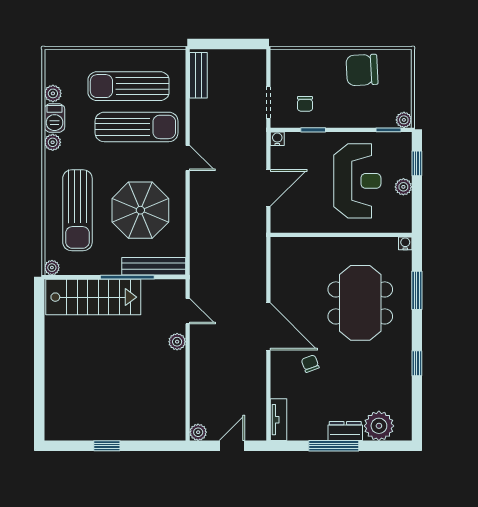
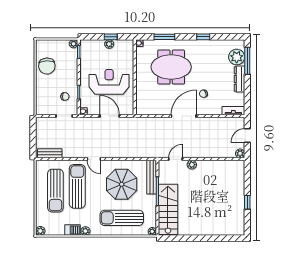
plant: (53, 93) -> (40, 231), moved
door: (188, 158) -> (94, 159), swing flipped
window: (417, 163) -> (111, 37), moved
reception desk: (357, 181) -> (109, 82), moved
sun lounger: (77, 210) -> (122, 218), turned 180
dresser: (345, 431) -> (239, 79), width x1.44
door: (232, 446) -> (247, 135), hinge flipped
window: (334, 446) -> (247, 61), moved

